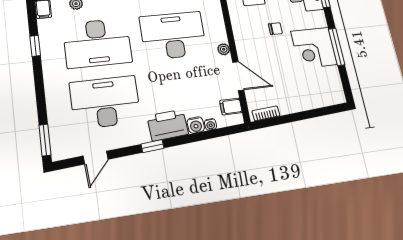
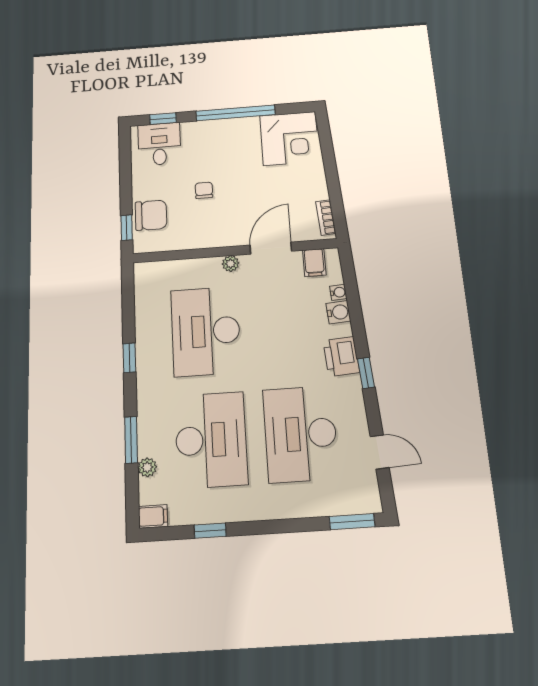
window: (337, 47) -> (236, 113), width x1.46
corner desk: (314, 48) -> (289, 138), moved
printer: (168, 125) -> (341, 356), width x0.73, depth x0.84

